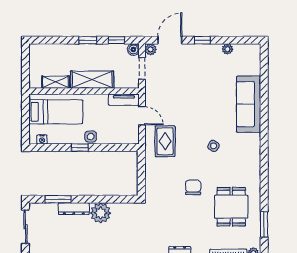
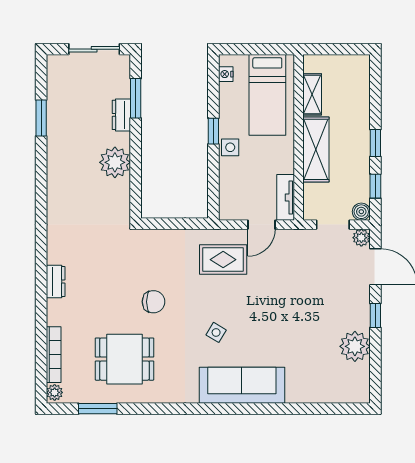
plant: (227, 49) -> (355, 346), width x1.88, depth x1.88
sofa: (249, 104) -> (242, 385), moved
dresser: (74, 209) -> (121, 115), width x0.70

